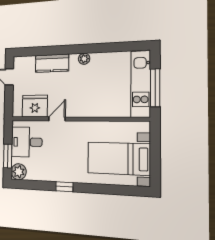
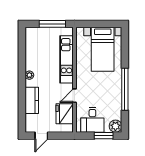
kitchen unit: (141, 84) -> (66, 59), moved, turned 90
door: (57, 119) -> (74, 96), hinge flipped
window: (64, 187) -> (125, 89), width x3.17

